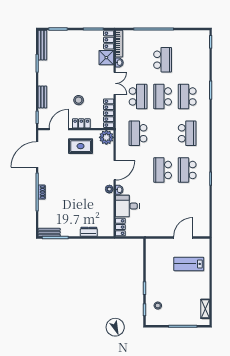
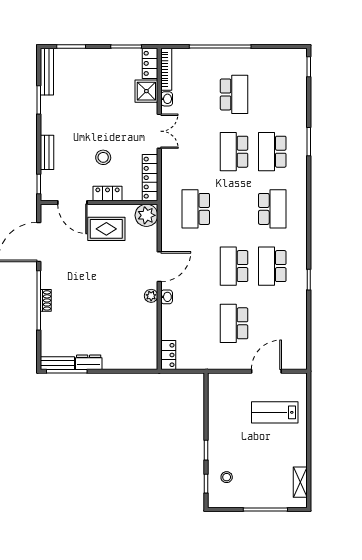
school desk: (138, 96) -> (234, 323), moved, turned 180
door: (59, 129) -> (72, 202), swing flipped
desk: (127, 206) -> (179, 322), removed
dresser: (89, 232) -> (89, 362), moved

